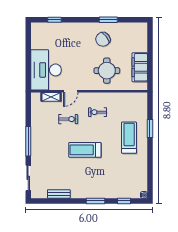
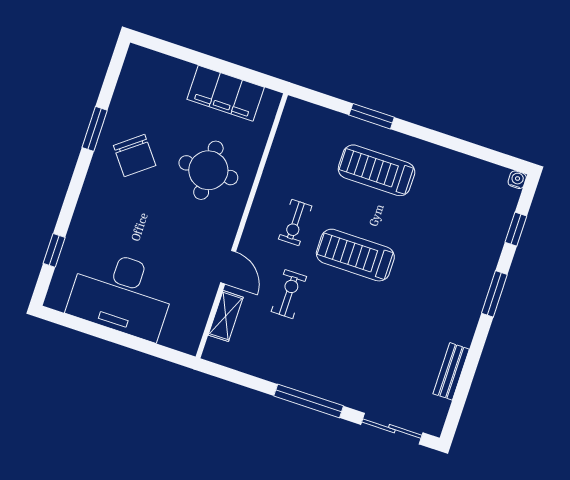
desk: (46, 70) -> (122, 294), moved
treadmill: (85, 150) -> (355, 255), moved, turned 90

